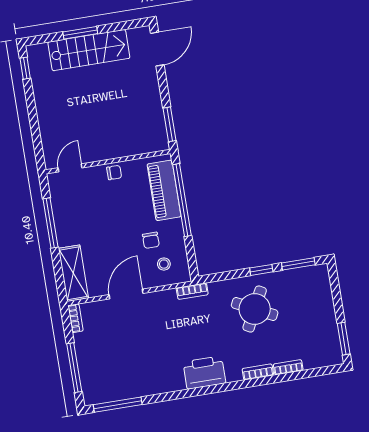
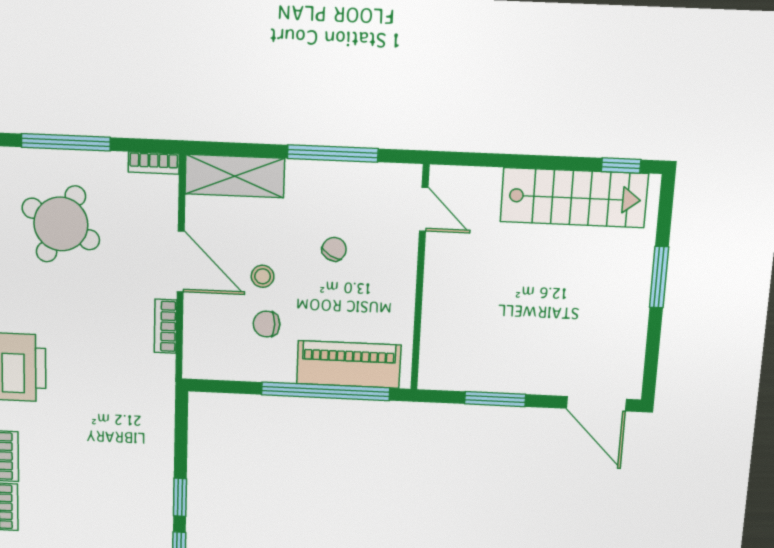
stairs: (89, 50) -> (574, 198), moved, turned -90
window: (170, 124) -> (495, 399), moved
chair: (114, 173) -> (334, 249), moved, turned -150
stool: (164, 264) -> (263, 276), moved
bookcase: (192, 291) -> (166, 326), moved
round table: (255, 309) -> (61, 224), moved

